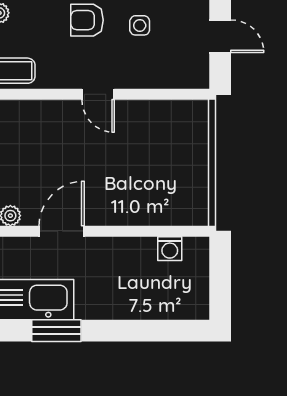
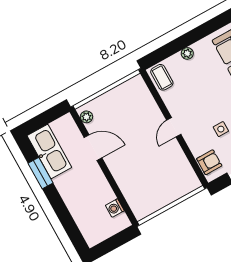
armchair: (87, 20) -> (209, 162), moved, turned 90

